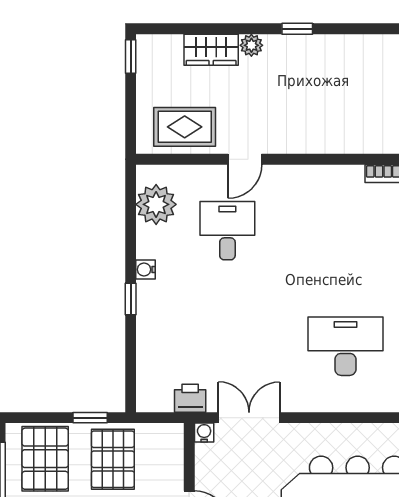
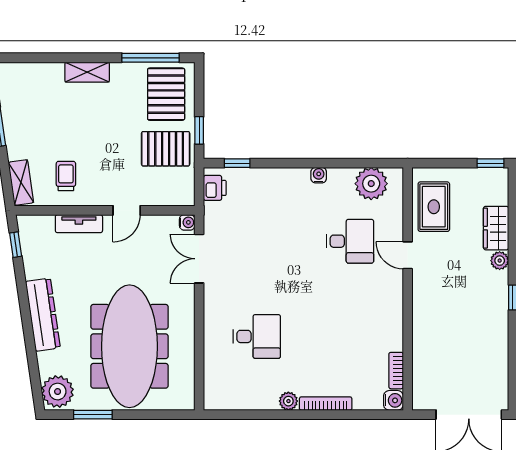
window: (131, 299) -> (237, 163), moved
desk: (345, 346) -> (257, 336), width x0.73
printer: (190, 398) -> (215, 188), moved
double door: (249, 418) -> (199, 259), swing flipped
pallet: (45, 459) -> (166, 94), turned 90

